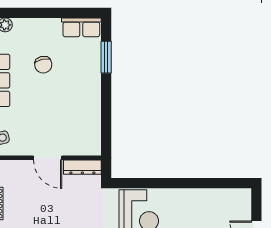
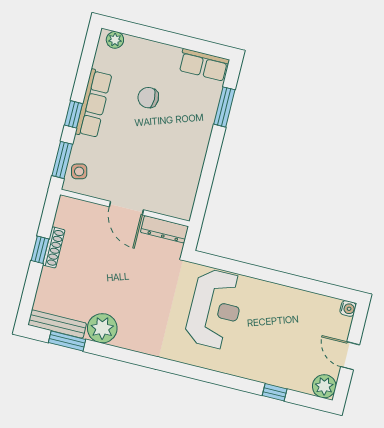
chair: (43, 65) -> (148, 98), turned 103
water cooler: (245, 194) -> (348, 308), added

